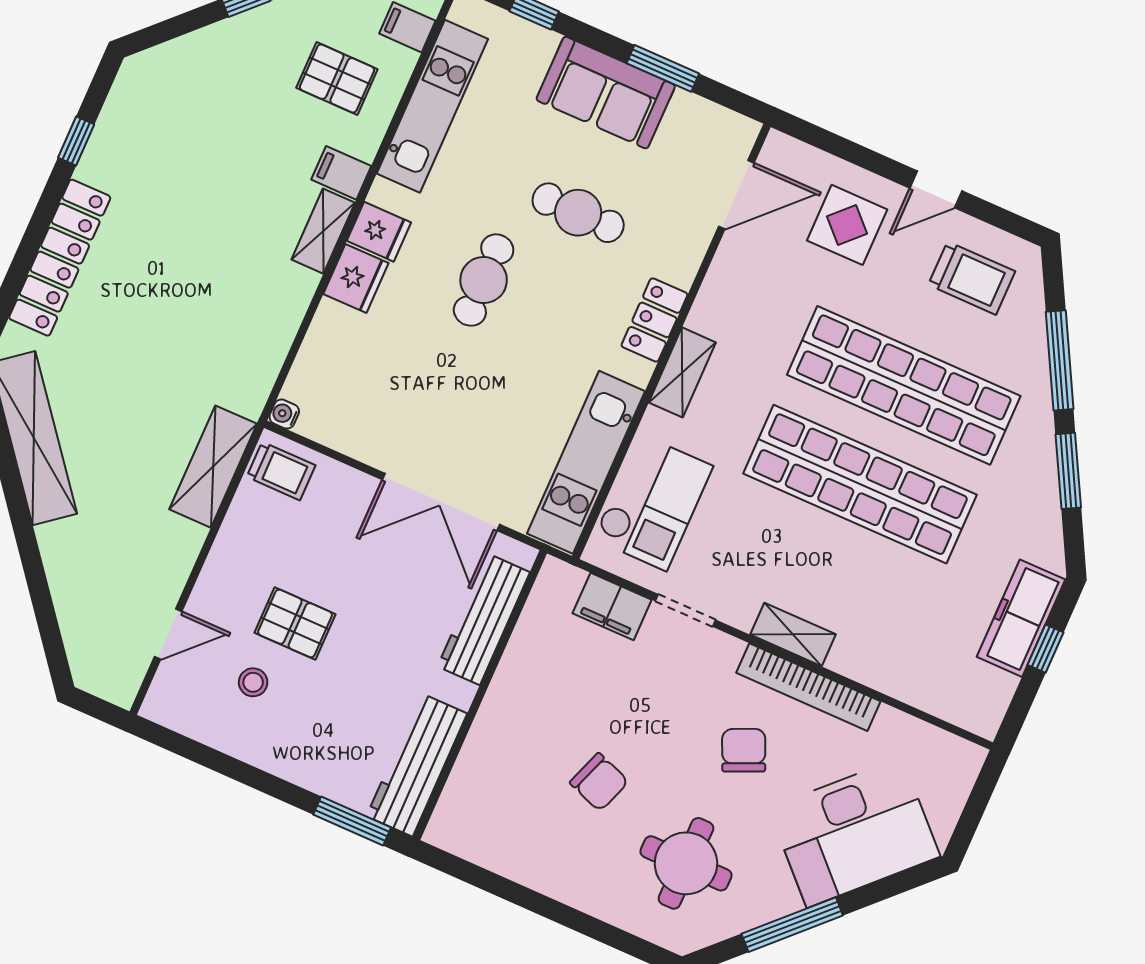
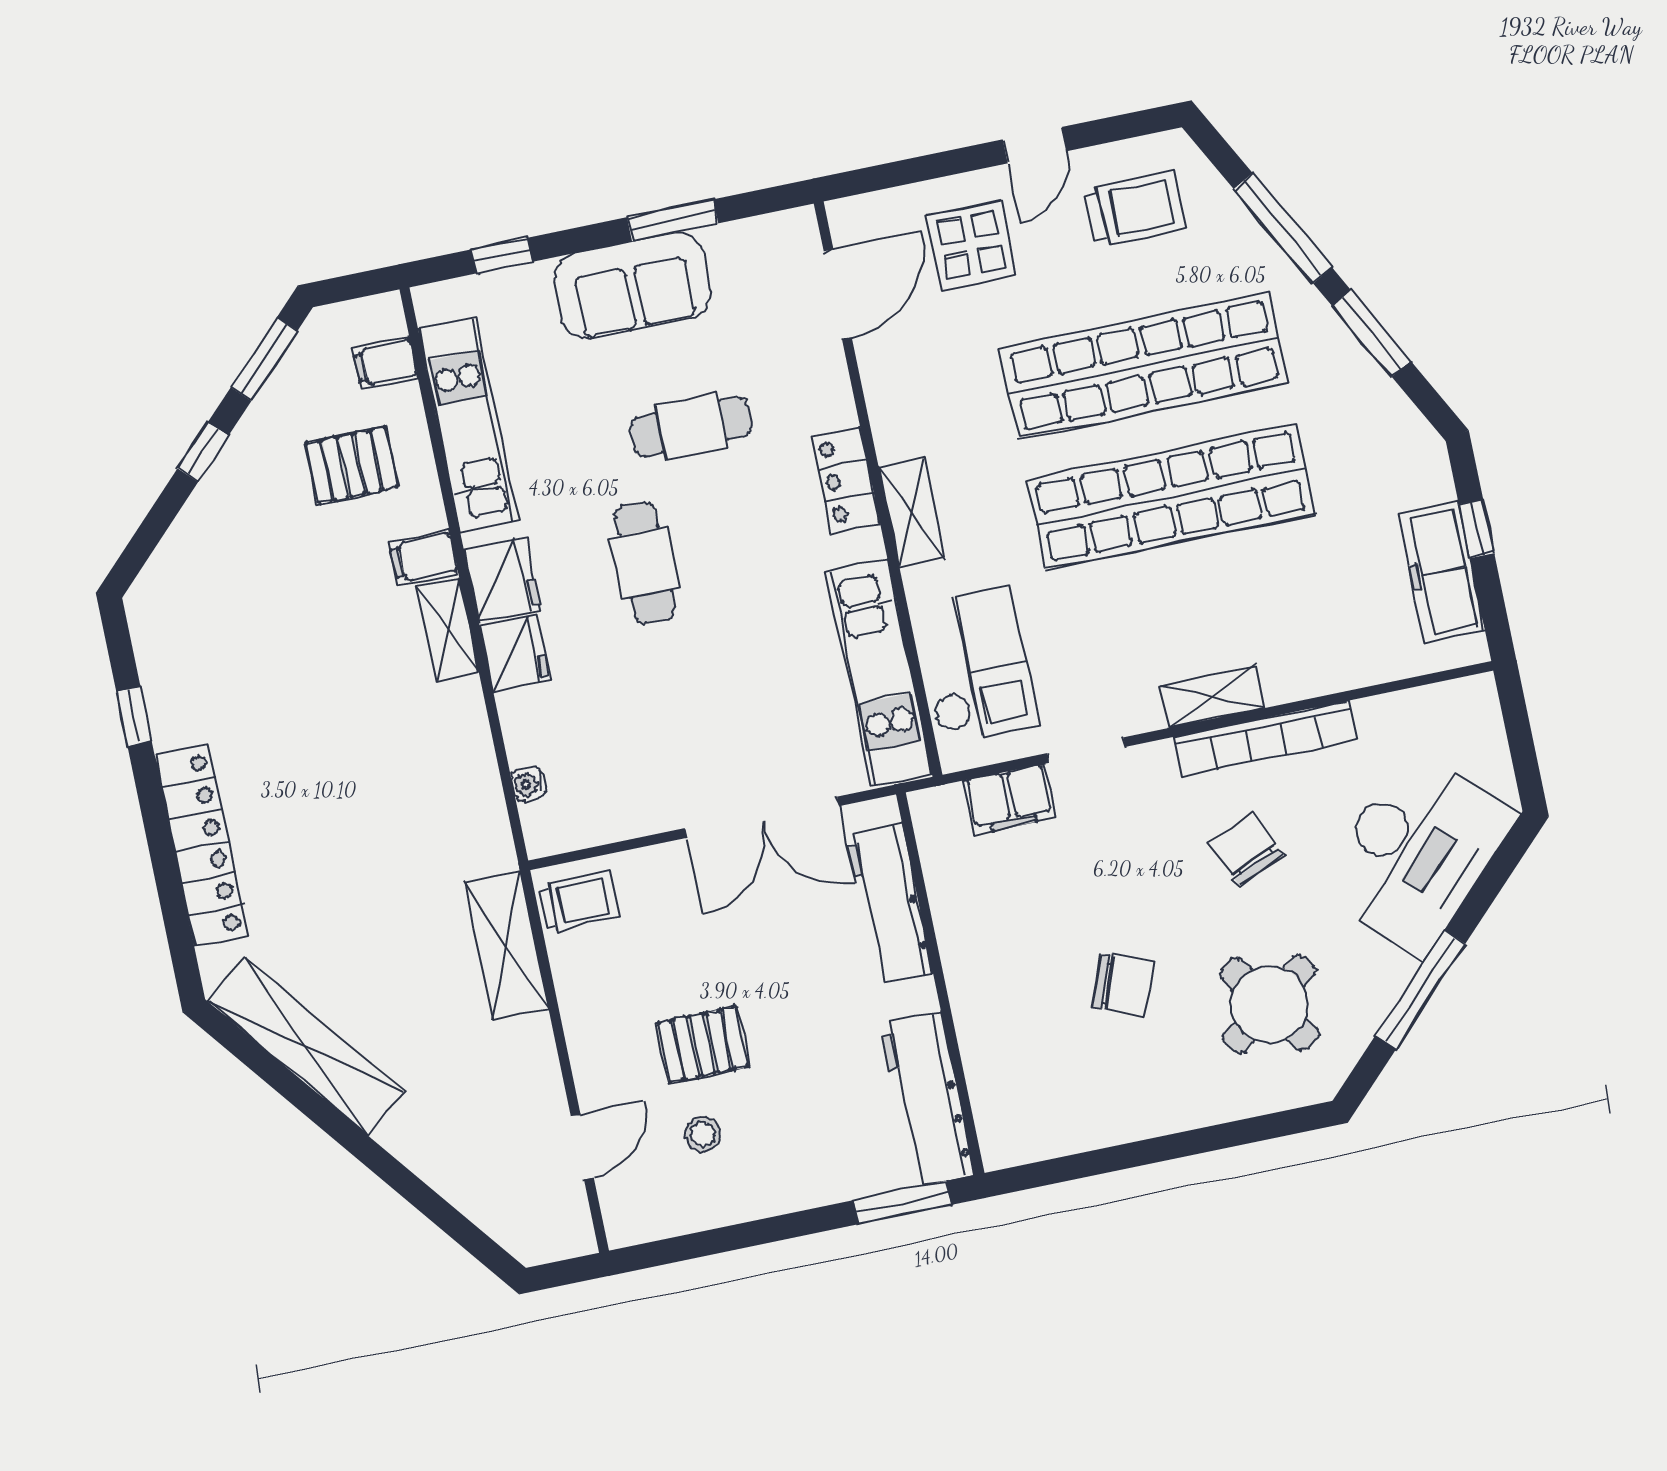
fridge: (379, 232) -> (502, 579), width x1.38
water cooler: (284, 414) -> (529, 784), moved
freezer: (1021, 618) -> (1442, 572), moved
round table: (686, 863) -> (1269, 1004), turned -36

